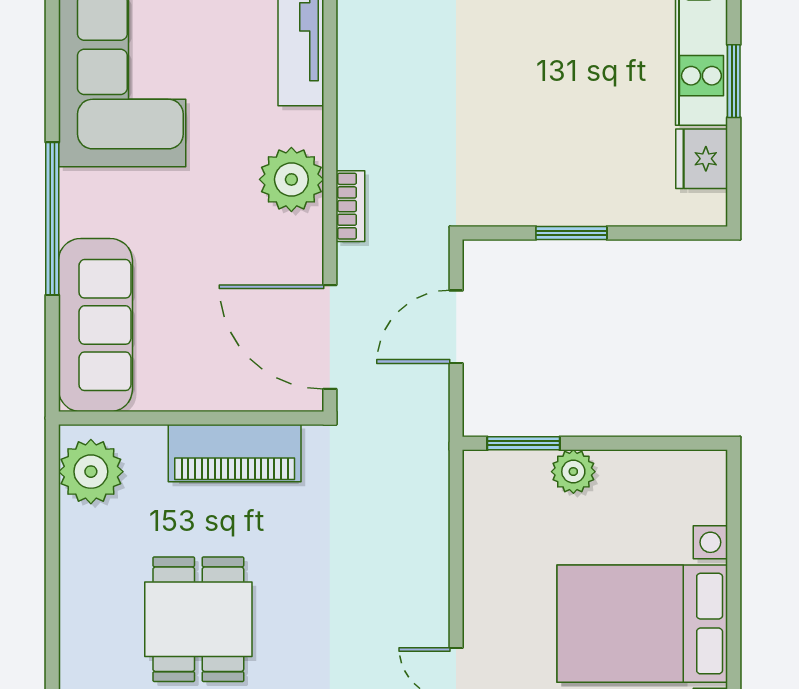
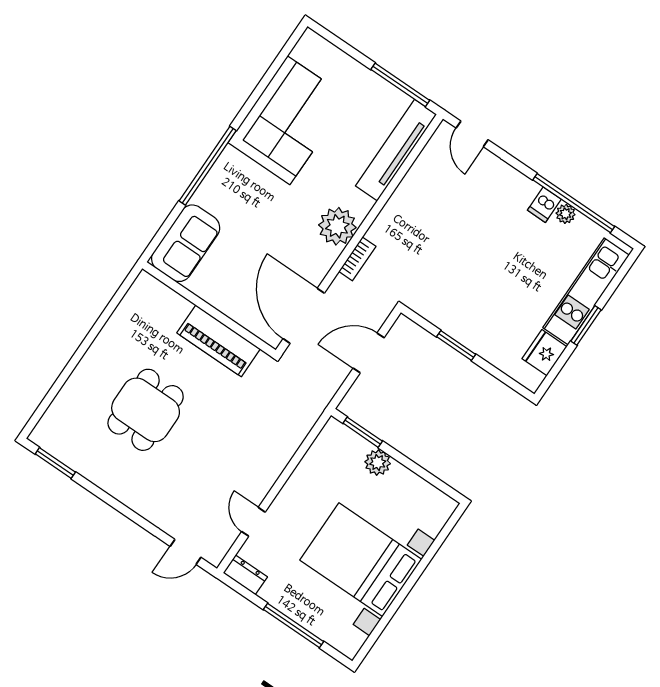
sofa: (95, 325) -> (186, 243), width x0.73
plant: (91, 472) -> (142, 302), removed

